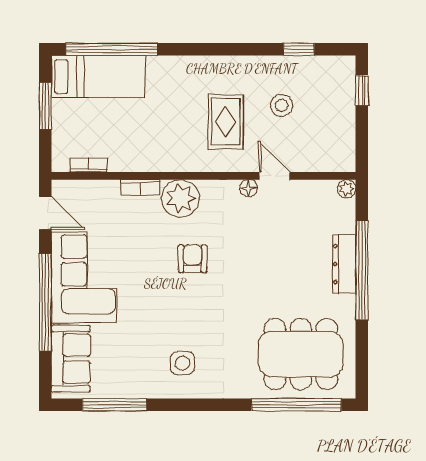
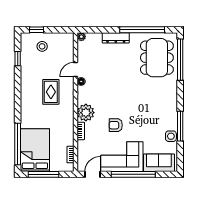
bed: (98, 76) -> (35, 150), width x1.50
stool: (281, 105) -> (42, 46), moved
window: (45, 106) -> (44, 174), width x1.44
rug: (226, 122) -> (51, 92), turned 90
armchair: (192, 259) -> (116, 125), moved
window: (362, 270) -> (142, 30), moved
side table: (183, 363) -> (171, 136), moved
window: (114, 405) -> (180, 126), moved

